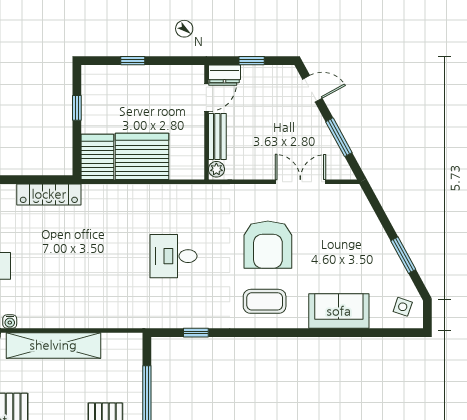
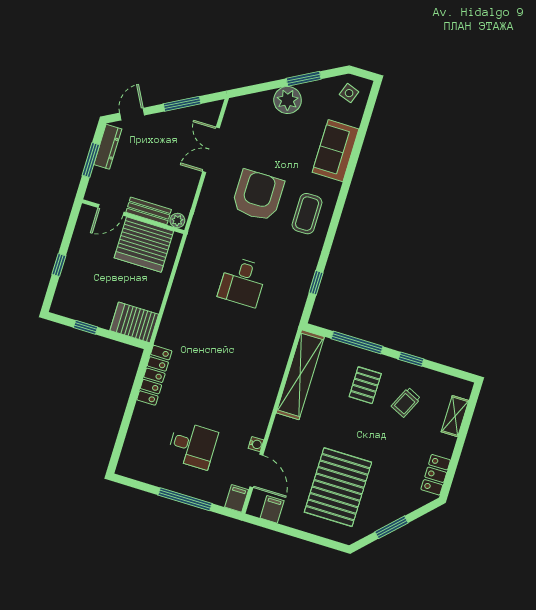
window: (252, 61) -> (91, 160), width x1.50
dresser: (224, 74) -> (108, 147), moved, width x1.44
door: (206, 97) -> (111, 210), swing flipped
server rack: (142, 156) -> (144, 244), moved, turned -90
armchair: (268, 245) -> (258, 195), turned -90
plant: (376, 245) -> (288, 100), added
shelving: (53, 345) -> (300, 375), moved

